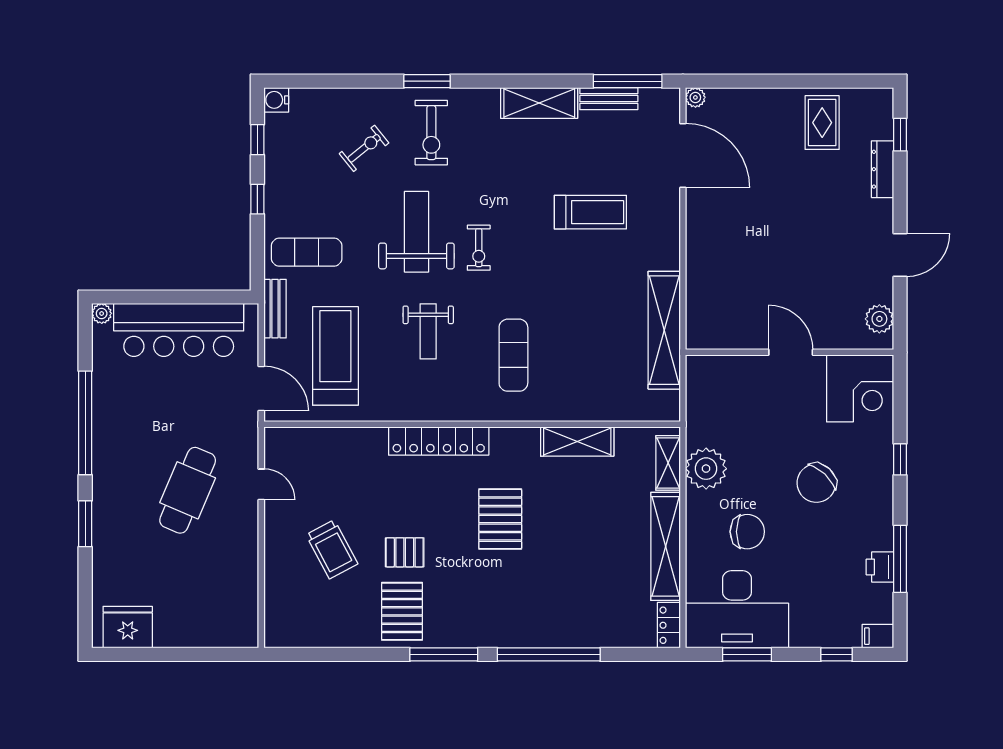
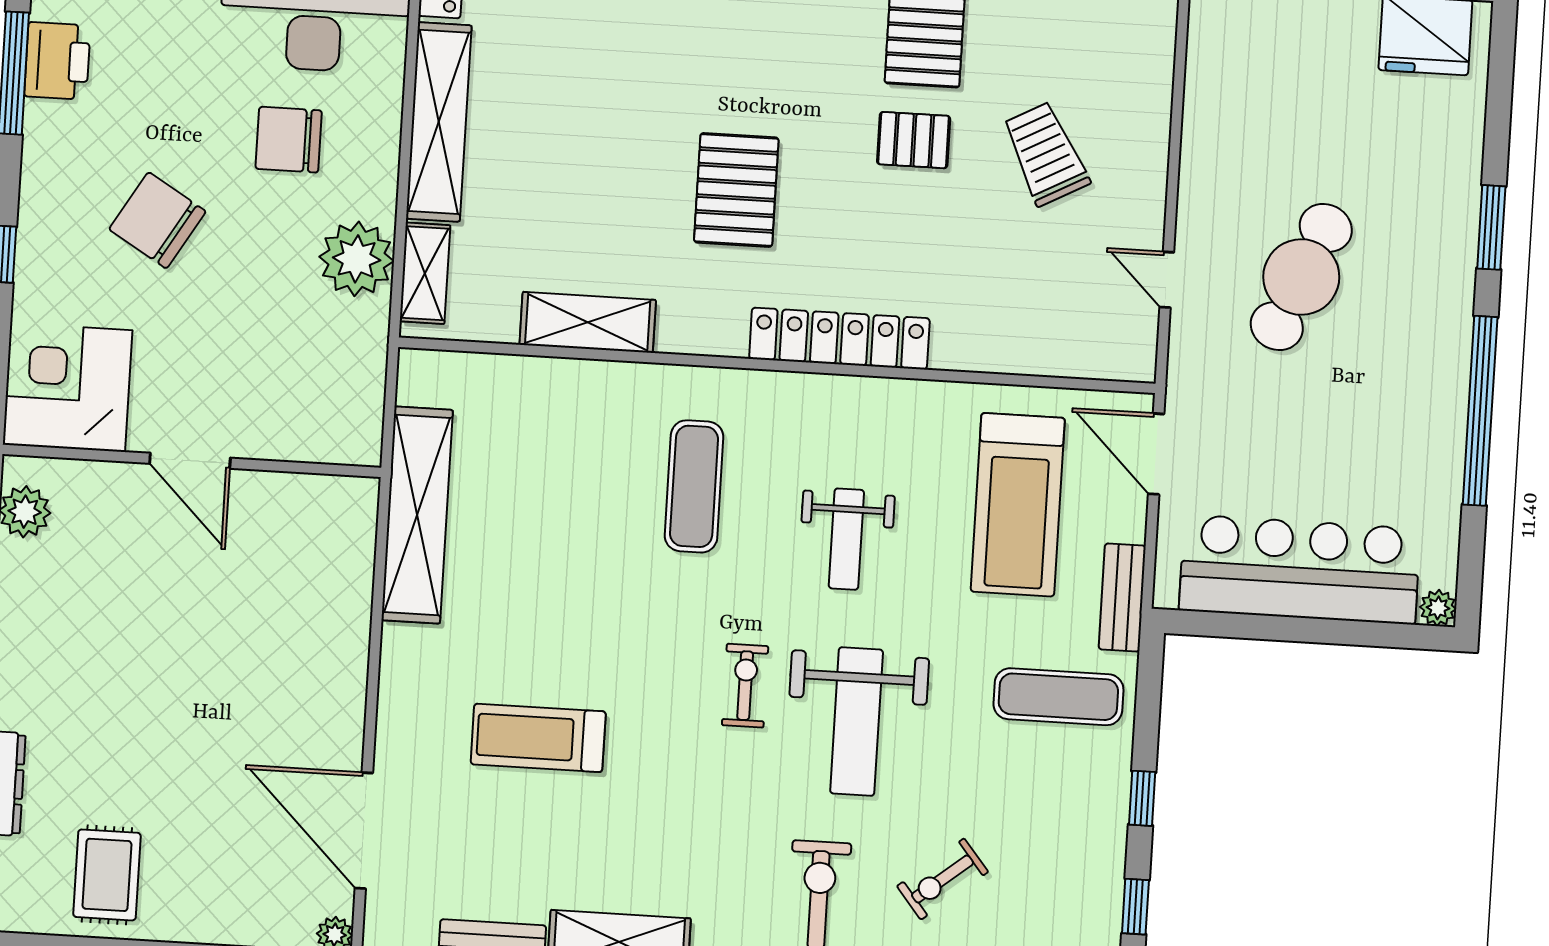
weight bench: (428, 331) -> (846, 539), turned 180
chair: (816, 483) -> (157, 220), turned -102
printer: (880, 567) -> (57, 61), width x1.36, depth x1.24

